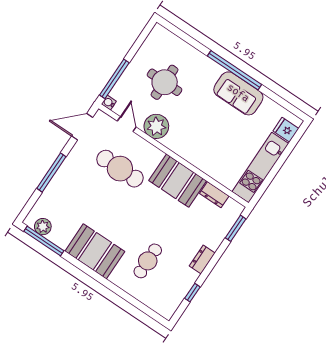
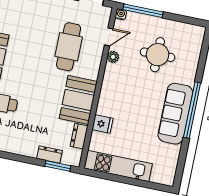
sofa: (238, 93) -> (175, 114), width x1.36
plant: (156, 126) -> (113, 57), width x0.53, depth x0.53
fridge: (286, 130) -> (102, 124), moved, turned 90
dresser: (202, 259) -> (49, 155), moved

